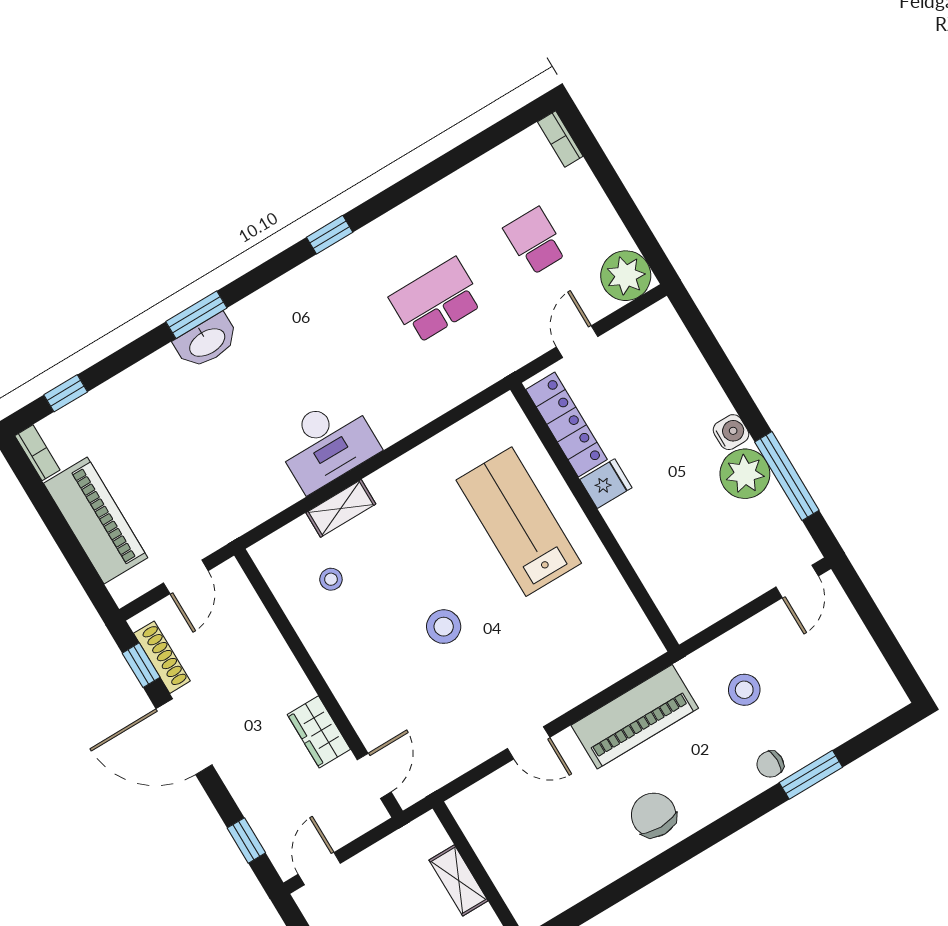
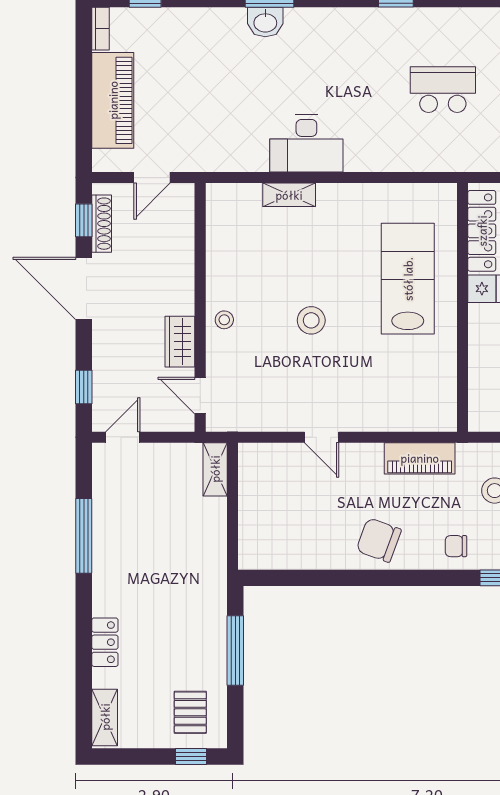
washbasin: (207, 342) -> (265, 22), width x0.72
stool: (331, 579) -> (224, 320), moved
piano: (635, 717) -> (420, 458), width x0.73, depth x0.75
chair: (770, 764) -> (456, 546), moved
door: (374, 776) -> (200, 395), swing flipped
chair: (654, 815) -> (379, 540), turned -70
shelving: (459, 880) -> (215, 469), moved

